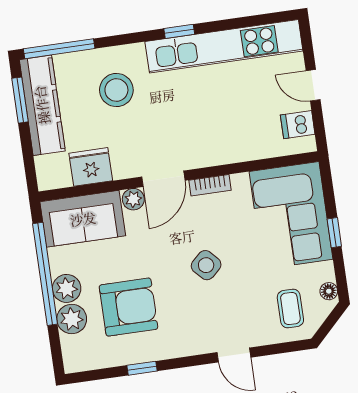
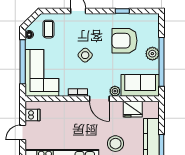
door: (313, 85) -> (23, 133), swing flipped
door: (163, 179) -> (99, 99), swing flipped
window: (334, 233) -> (23, 62), width x3.17
plant: (72, 319) -> (152, 39), removed

